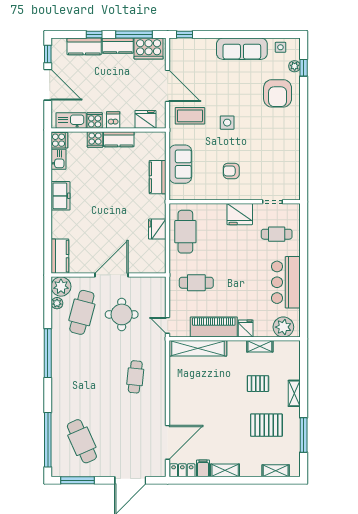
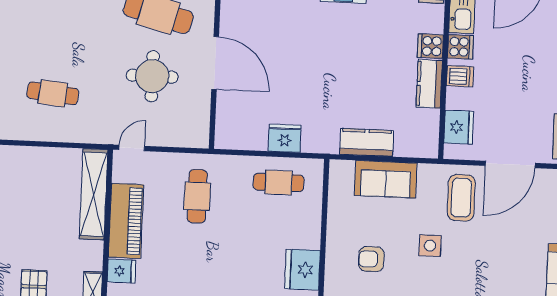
side table: (227, 123) -> (430, 246), moved
armchair: (231, 171) -> (371, 259), turned -90
cafe table: (185, 232) -> (279, 182), width x0.73, depth x0.74

